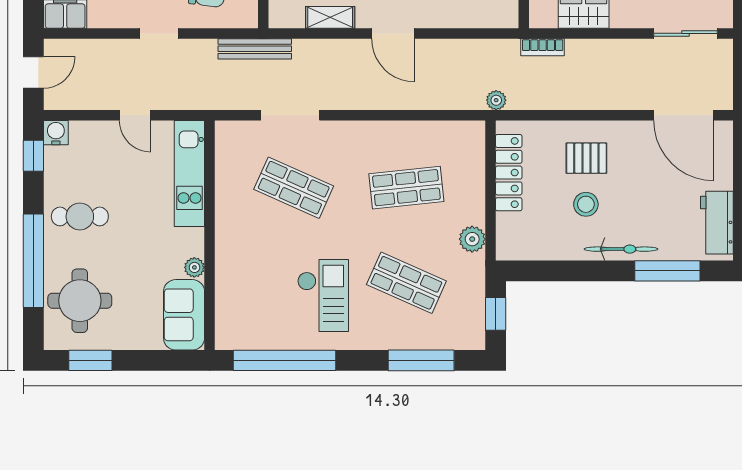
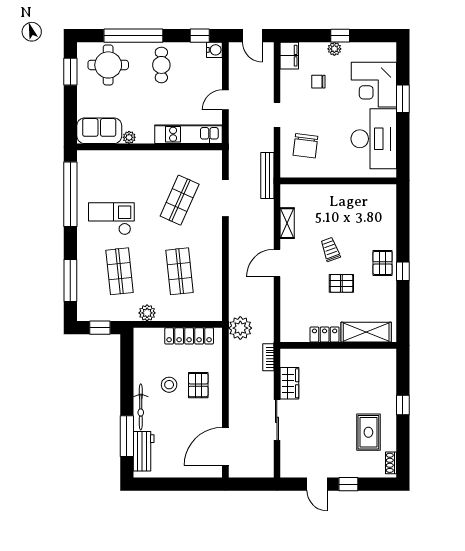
sliding door: (685, 33) -> (277, 420), moved
plant: (496, 100) -> (240, 328), width x1.88, depth x1.88
workbench: (717, 223) -> (144, 451), moved, turned 90
shop shelf: (406, 283) -> (119, 271), turned -30
checkout: (323, 296) -> (111, 219), turned 180

